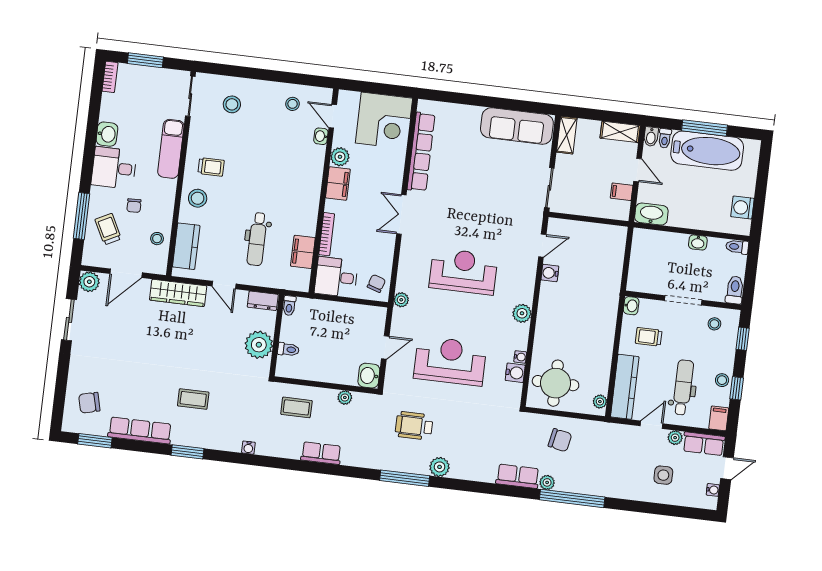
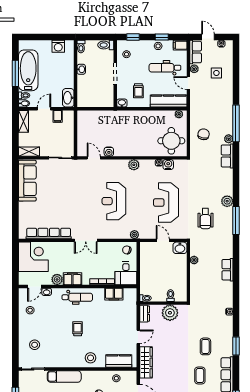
trolley: (211, 167) -> (78, 329), moved
dental chair: (257, 239) -> (77, 297), moved
coffee table: (296, 407) -> (200, 375), moved

